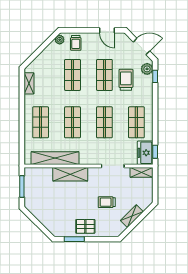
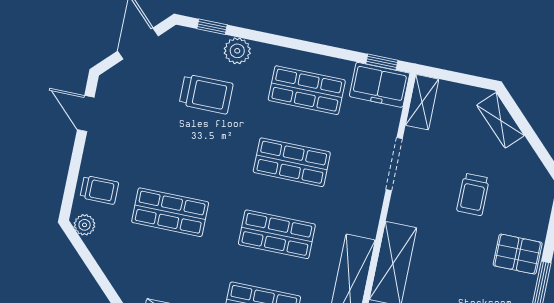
door: (107, 30) -> (86, 113), swing flipped
plant: (147, 69) -> (237, 51), moved
shop shelf: (104, 75) -> (185, 140), removed
trolley: (126, 80) -> (206, 94), turned 180
shelving: (132, 216) -> (501, 120), moved
pallet: (85, 226) -> (518, 254), turned 90

